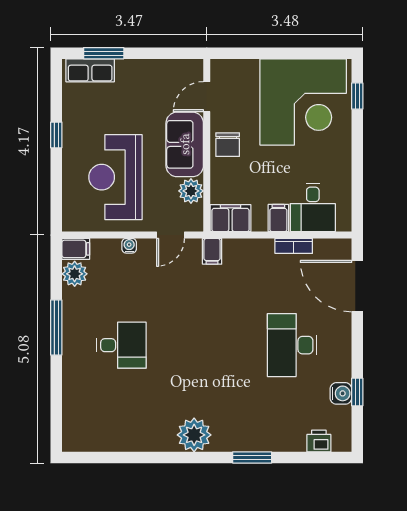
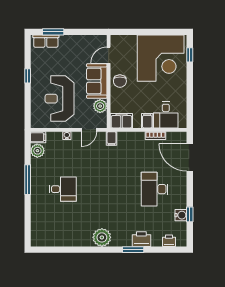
printer: (268, 438) -> (141, 239), added

